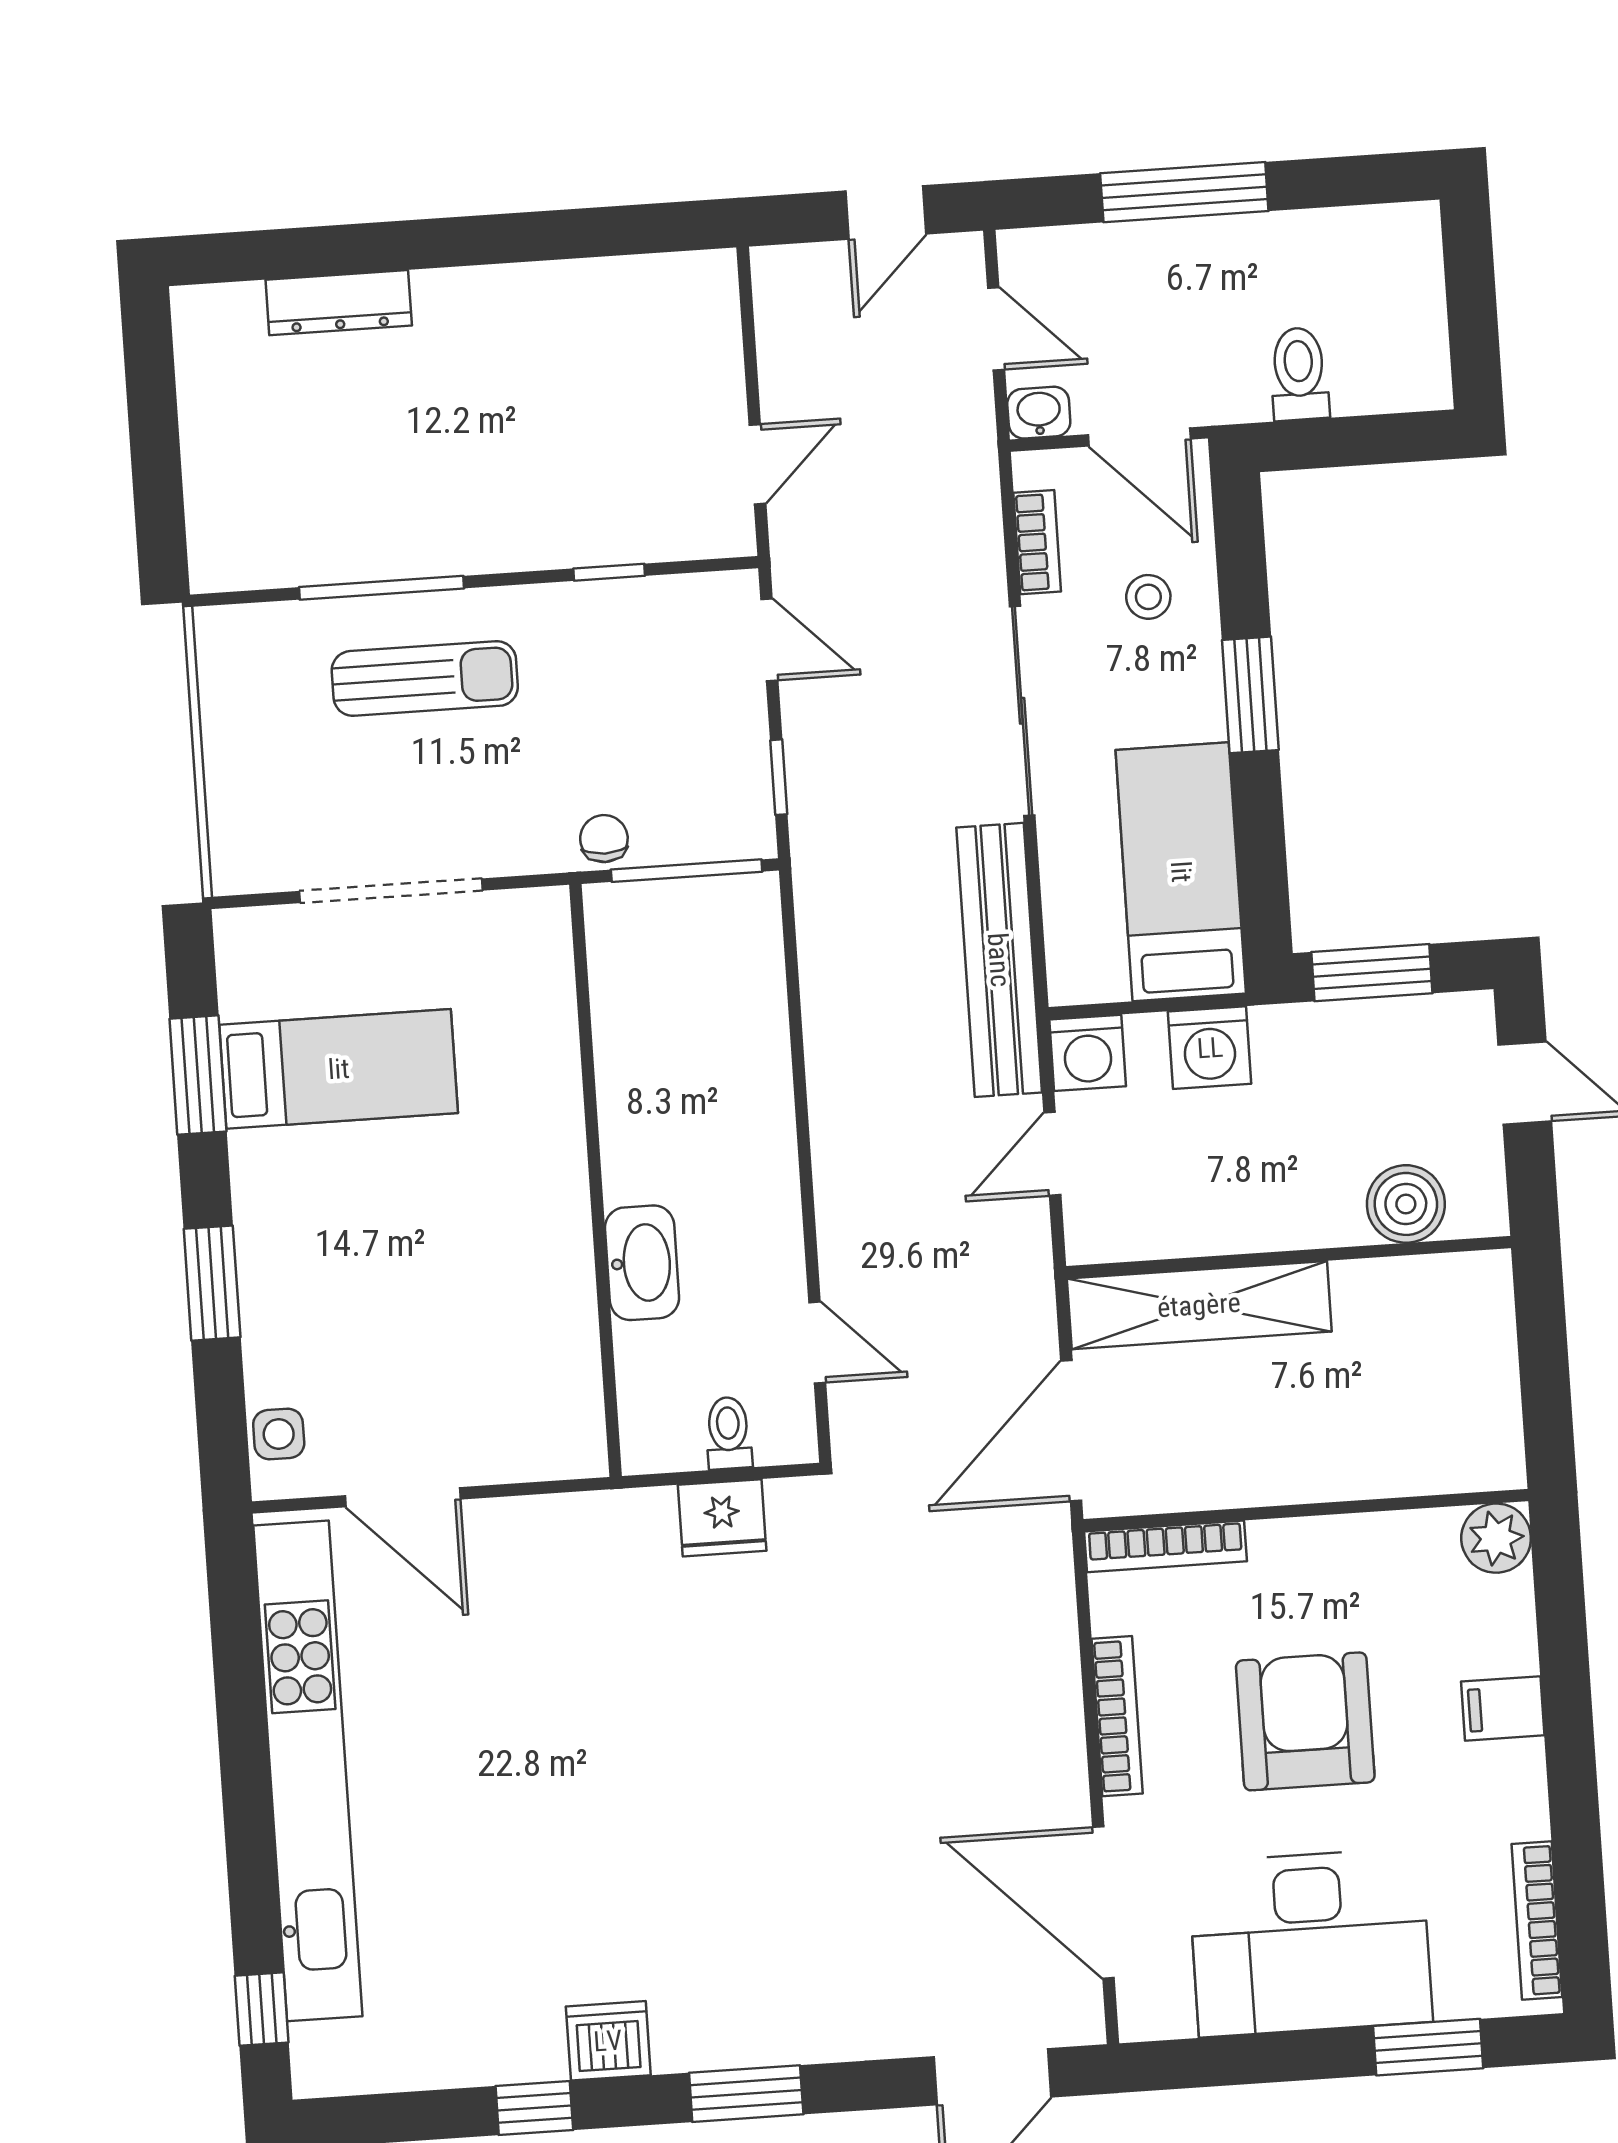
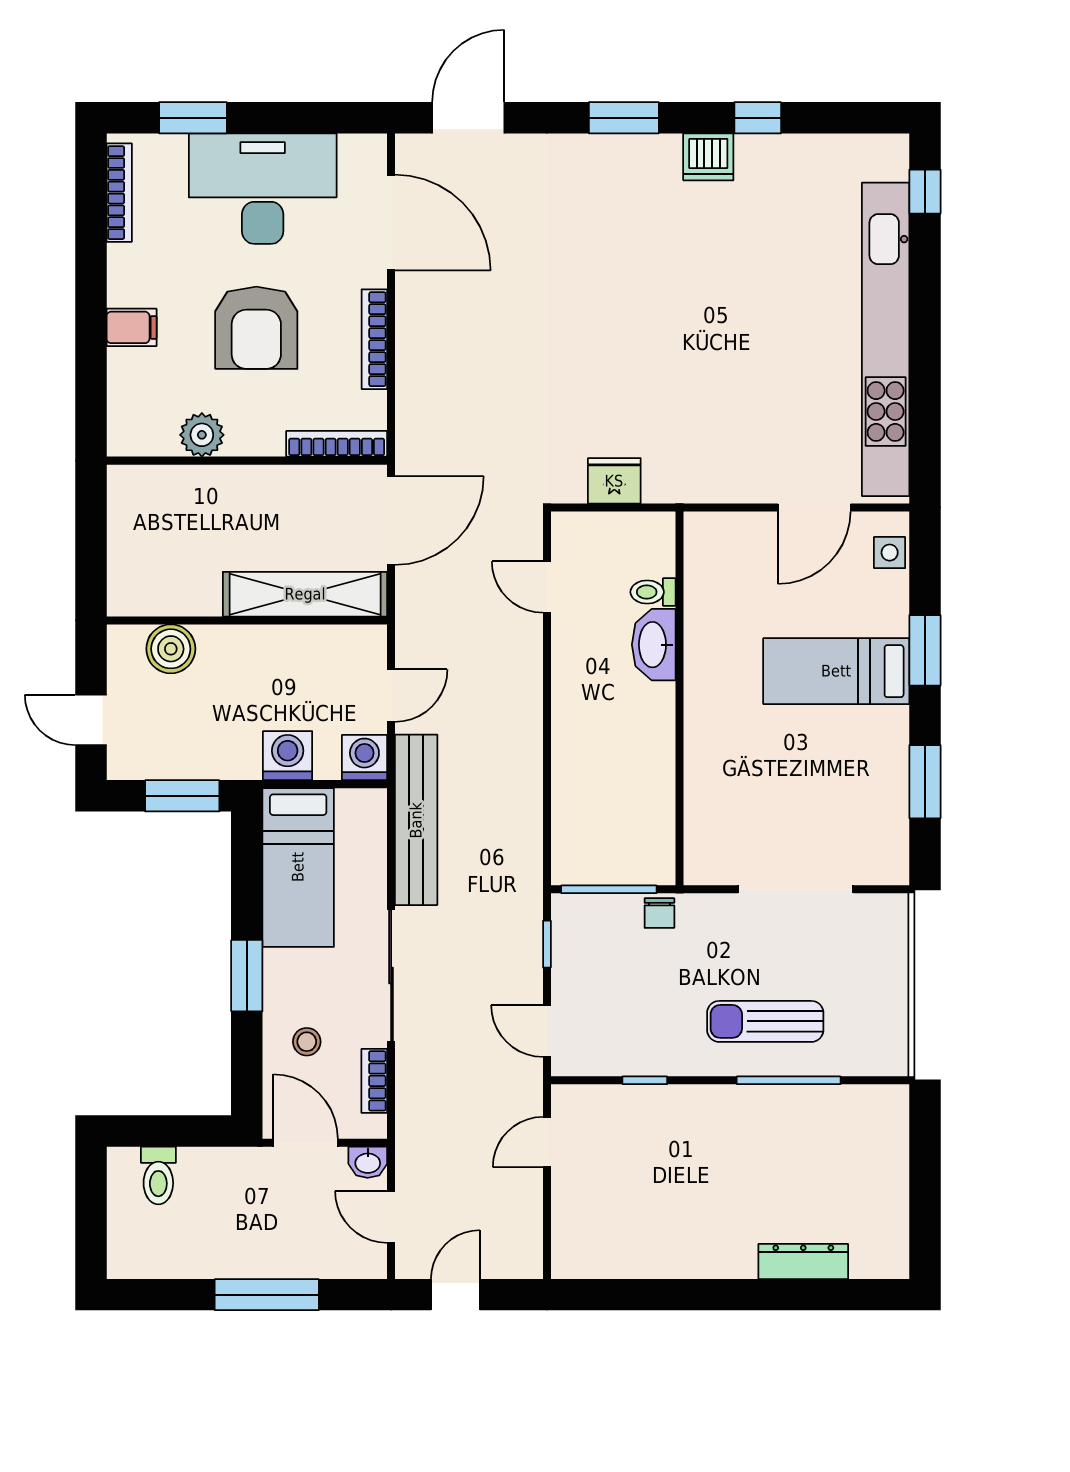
toilet: (1299, 374) -> (158, 1175), moved
bed: (339, 1069) -> (836, 671), moved
toilet: (728, 1433) -> (653, 592), moved, turned 90
door: (403, 1497) -> (814, 507), swing flipped
plant: (1496, 1538) -> (202, 435), moved

